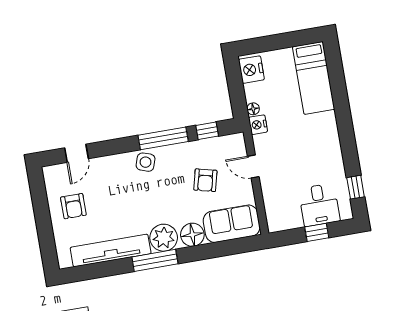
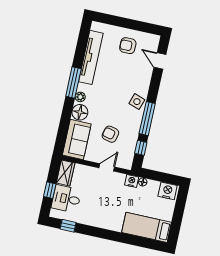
wardrobe: (284, 220) -> (66, 173), added
plant: (164, 238) -> (80, 97), width x0.53, depth x0.53

